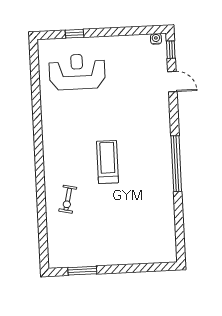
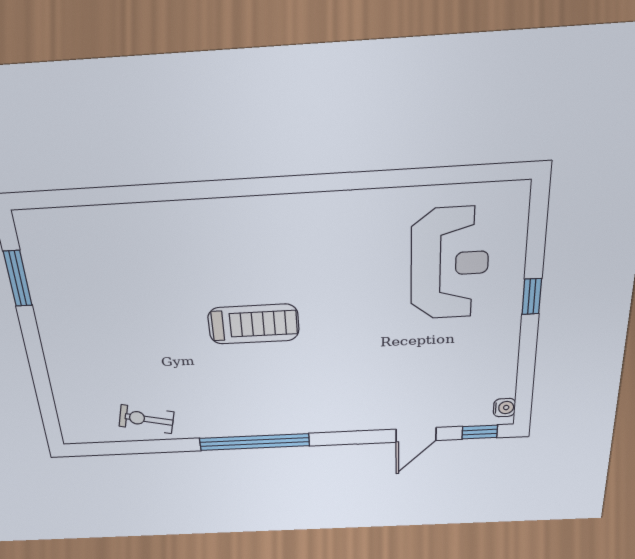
window: (75, 34) -> (532, 297), moved
exercise bike: (68, 199) -> (146, 419), moved

